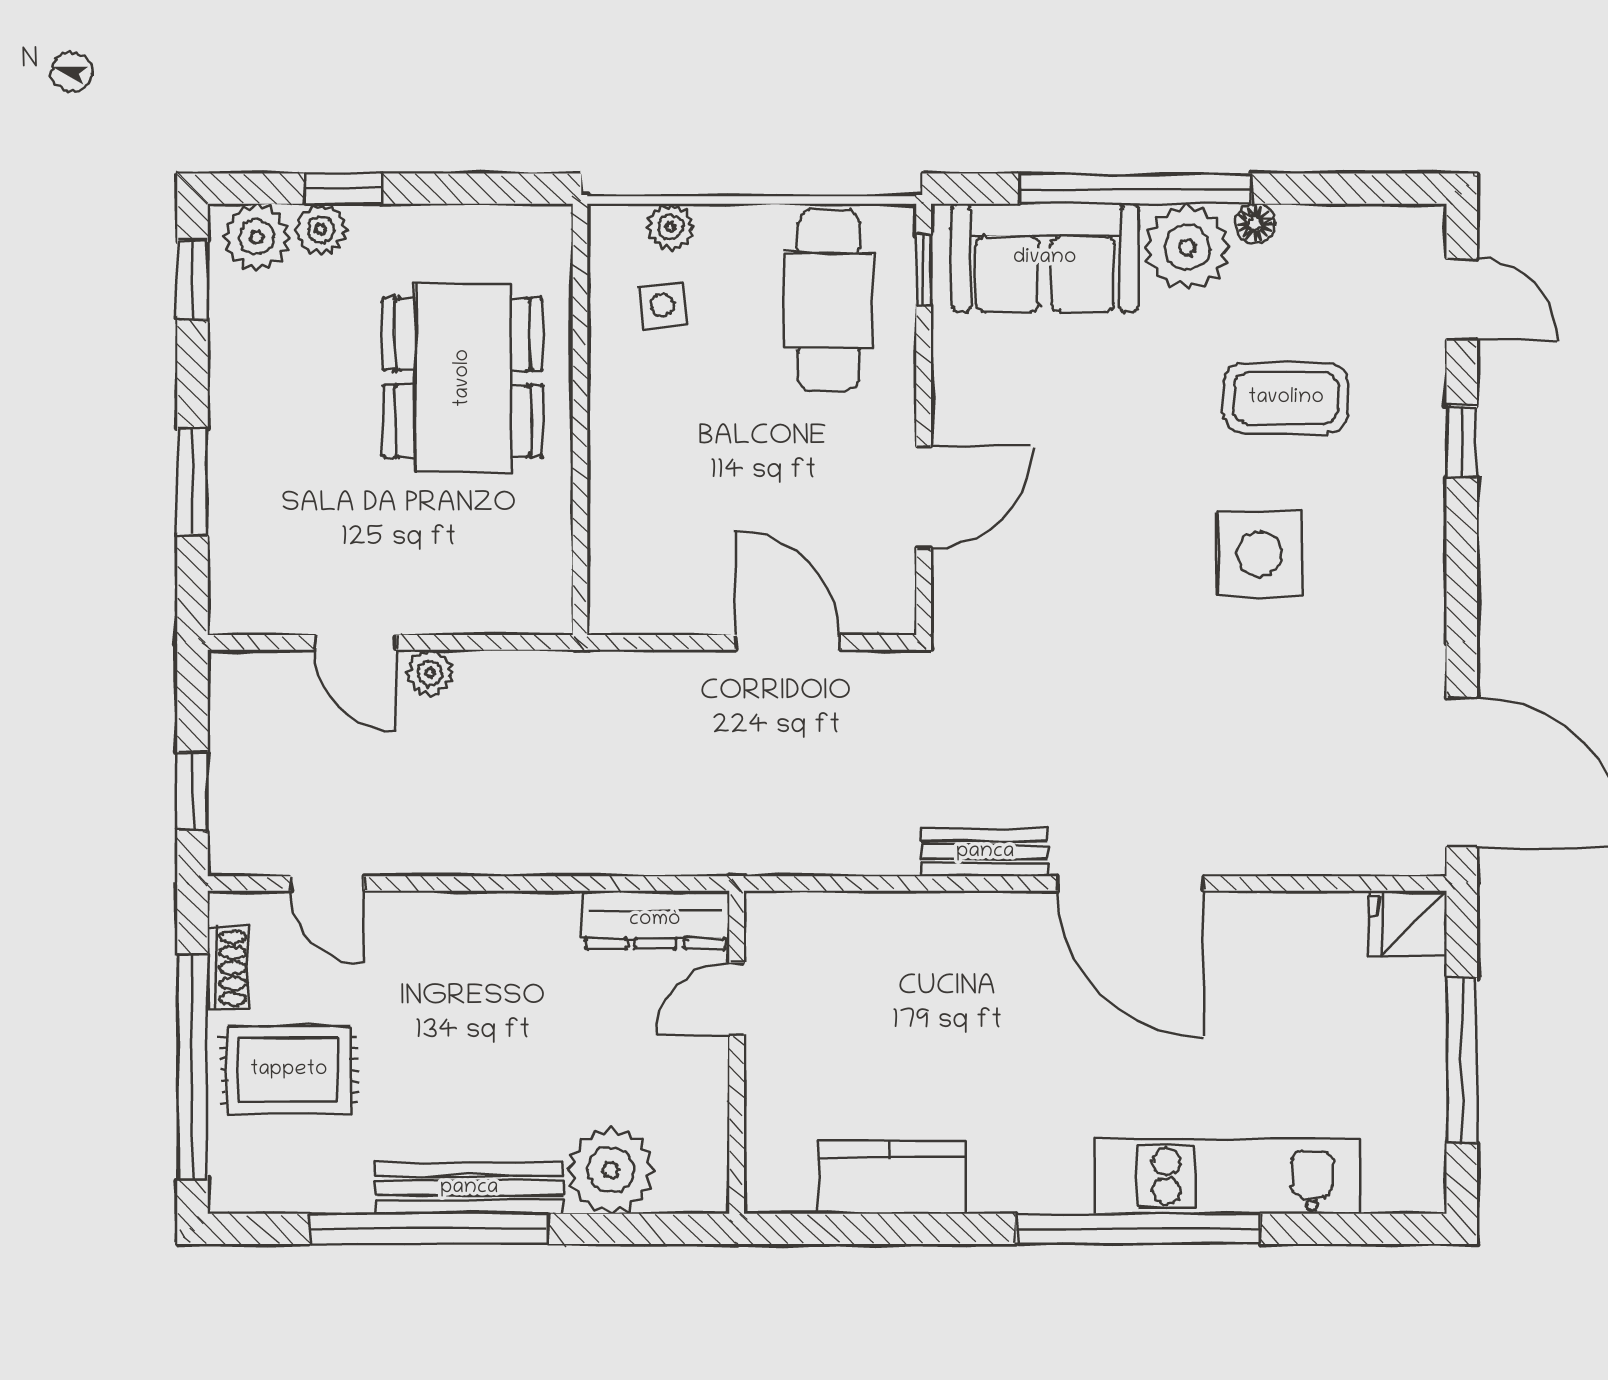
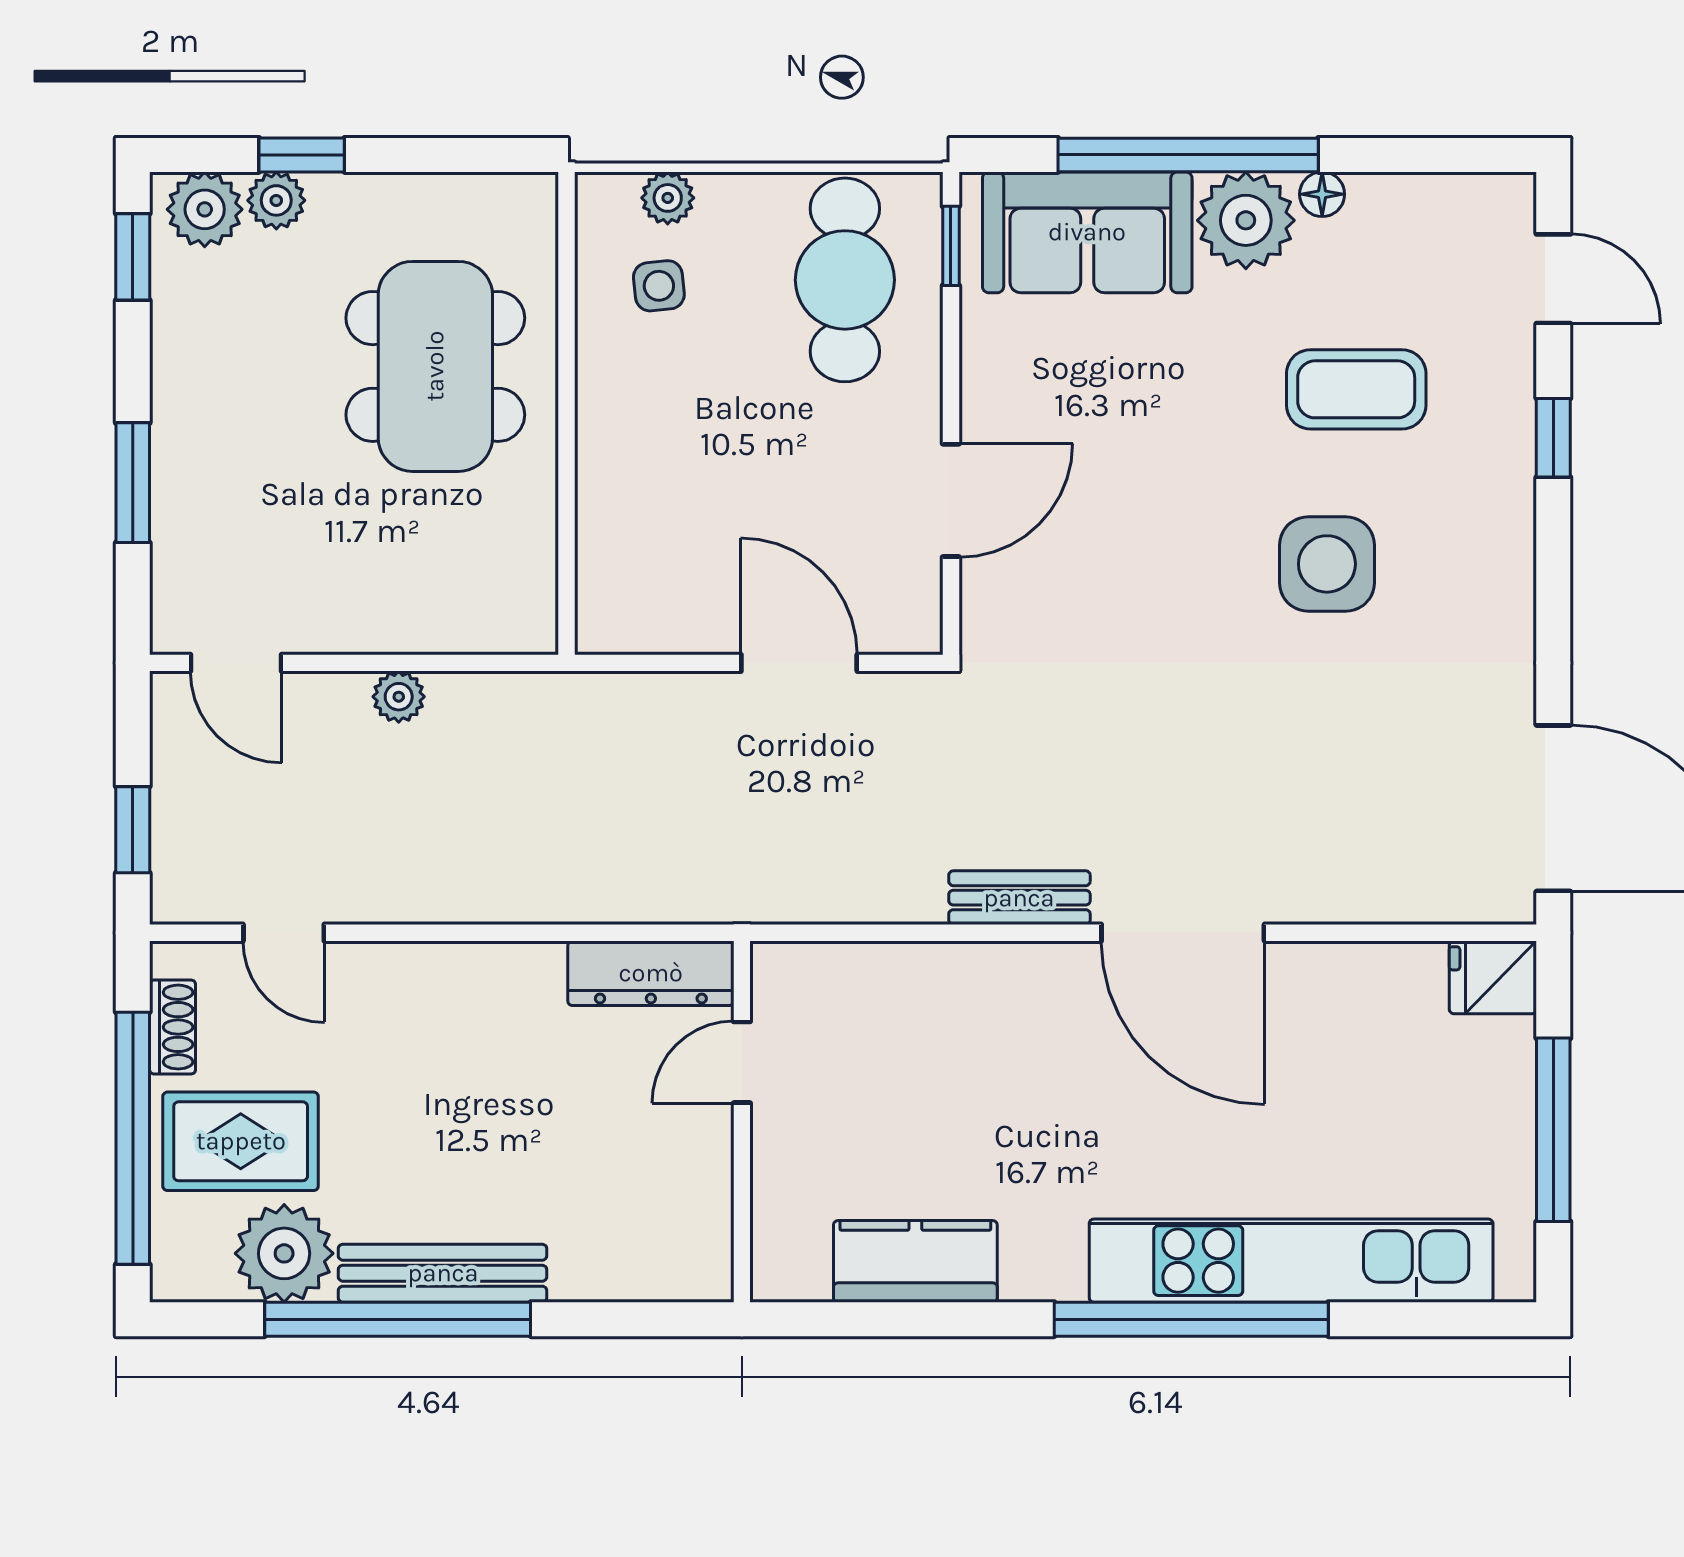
door: (355, 642) -> (236, 663), moved
plant: (611, 1170) -> (284, 1253), moved
kitchen unit: (1227, 1177) -> (1291, 1261), width x1.36

